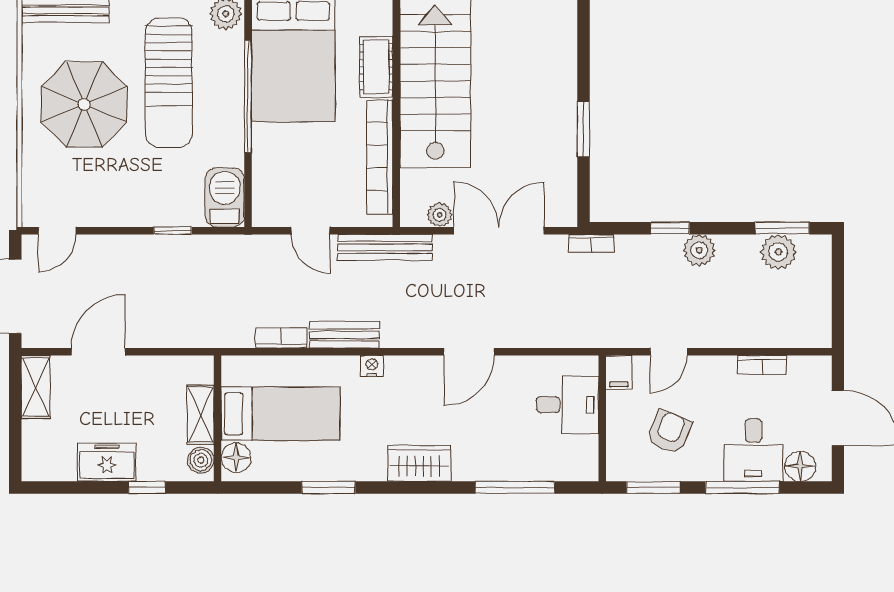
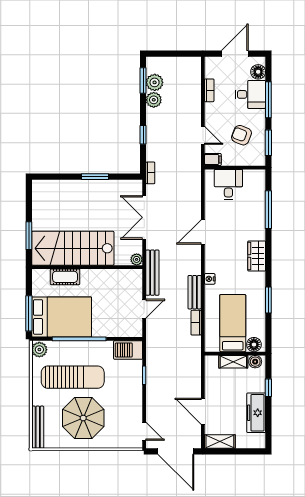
bookcase: (380, 157) -> (108, 275), removed
plant: (440, 215) -> (137, 259), moved
plant: (699, 250) -> (154, 100), moved
door: (469, 352) -> (203, 232), swing flipped
freezer: (107, 462) -> (256, 413), width x1.40

